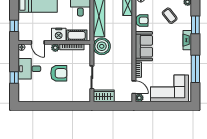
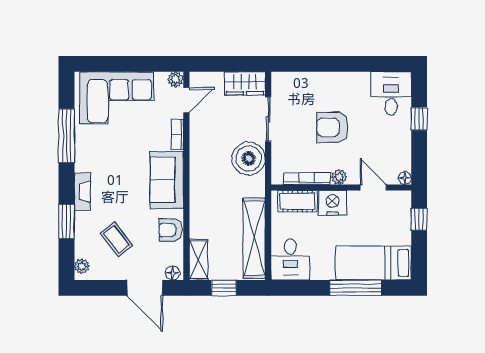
boiler: (102, 46) -> (249, 159), moved
desk: (29, 69) -> (391, 93), moved, turned -90
door: (134, 87) -> (186, 100), swing flipped

